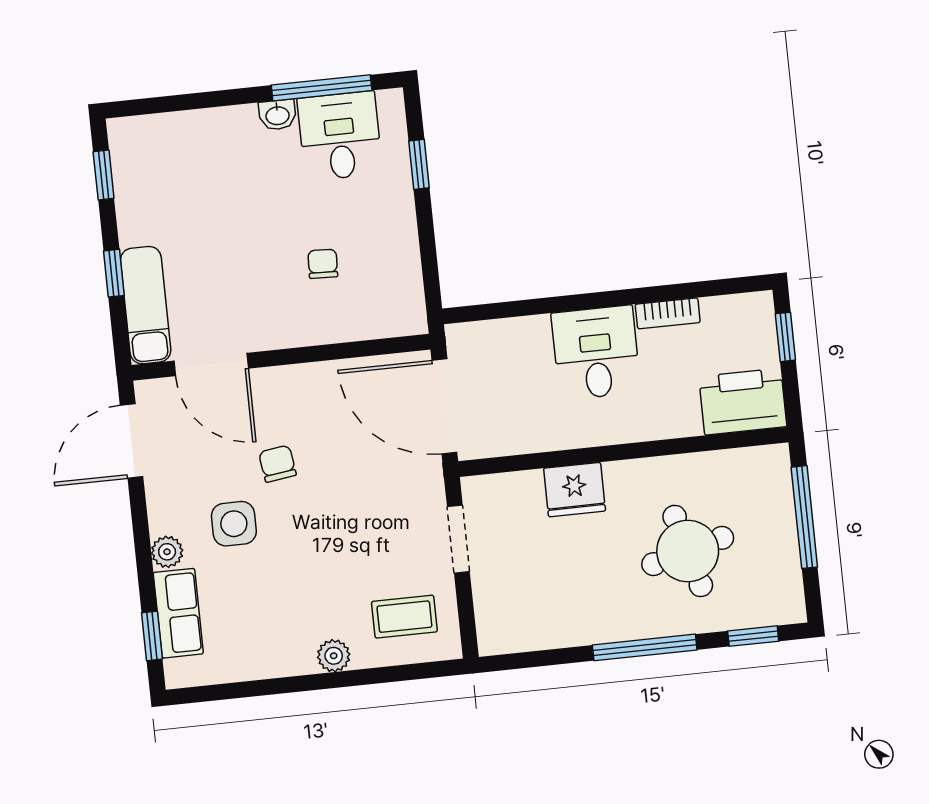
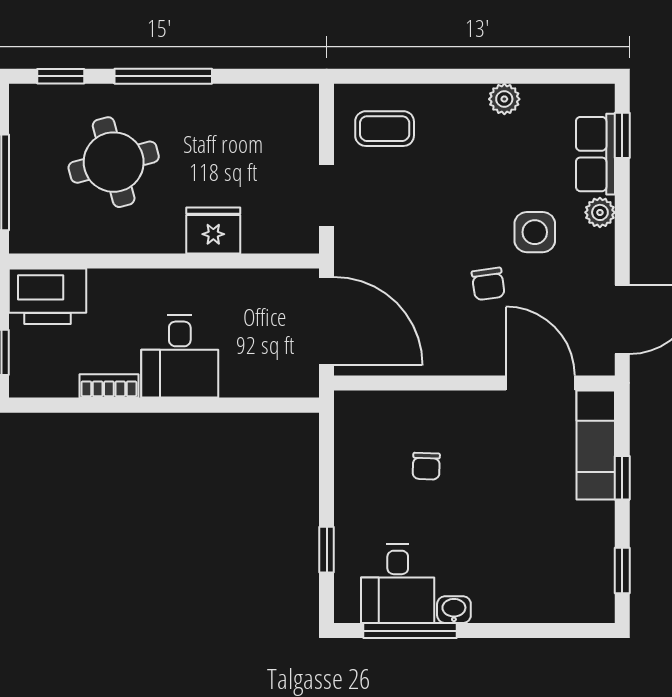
plant: (334, 656) -> (504, 99), moved

